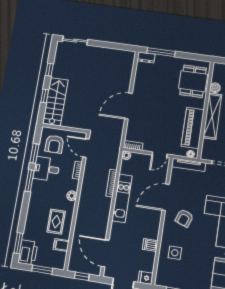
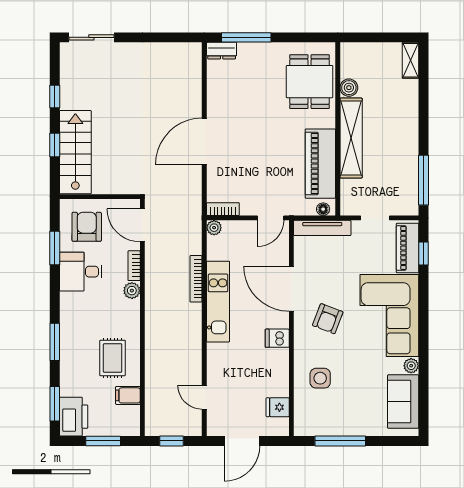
armchair: (54, 144) -> (87, 227), turned 180
window: (30, 181) -> (55, 342), moved
plant: (72, 196) -> (132, 291), moved
door: (166, 197) -> (291, 289), hinge flipped
dishwasher: (150, 245) -> (277, 338), moved
door: (105, 253) -> (204, 397), width x0.53
fridge: (145, 278) -> (278, 407), moved

